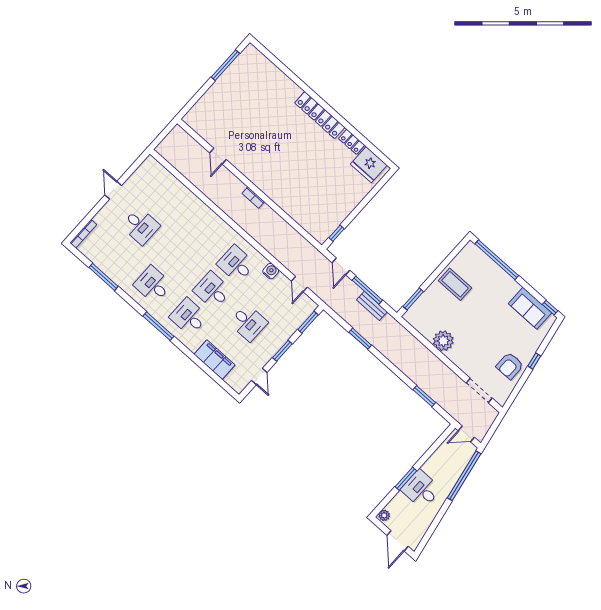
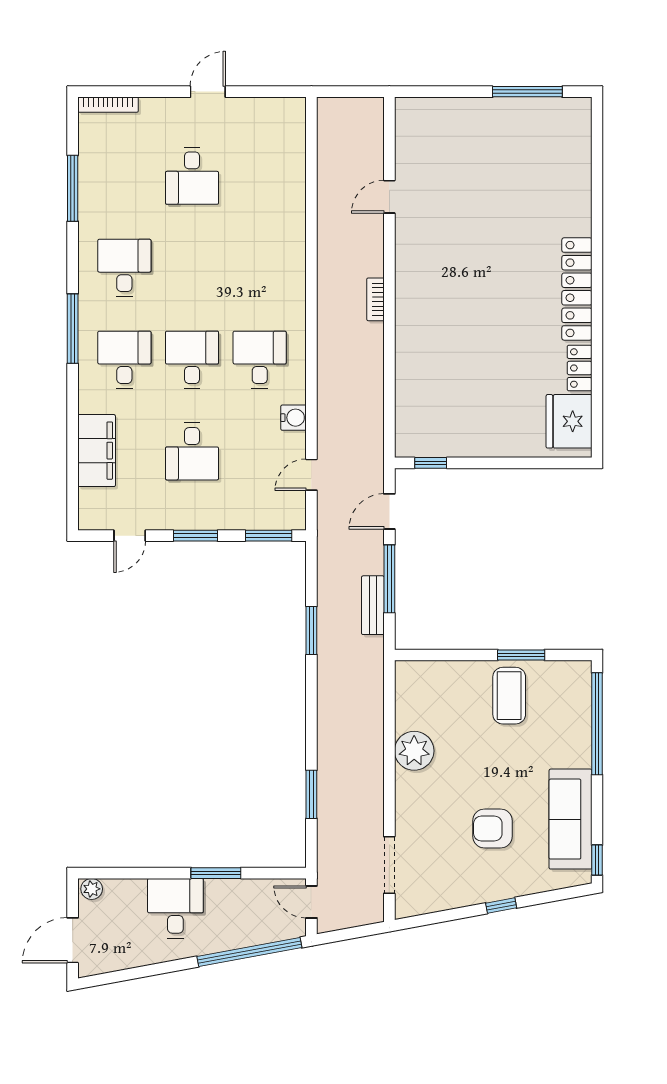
window: (413, 299) -> (521, 655), moved
sofa: (530, 308) -> (570, 819), width x1.36
armchair: (510, 366) -> (493, 829), moved
window: (406, 479) -> (216, 873), moved

